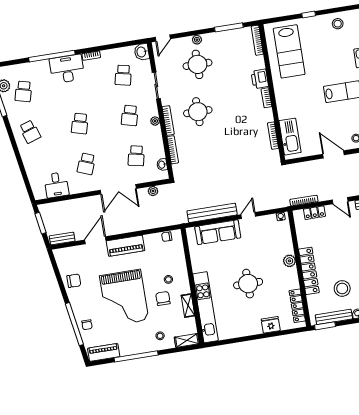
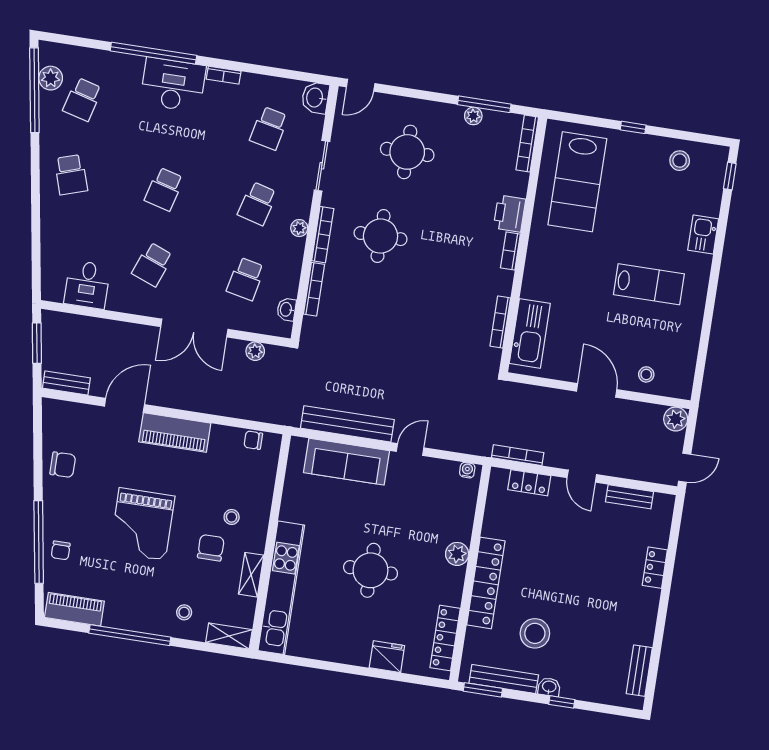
plant: (197, 40) -> (473, 116), moved
grand piano: (124, 298) -> (142, 524), width x0.73, depth x0.68

